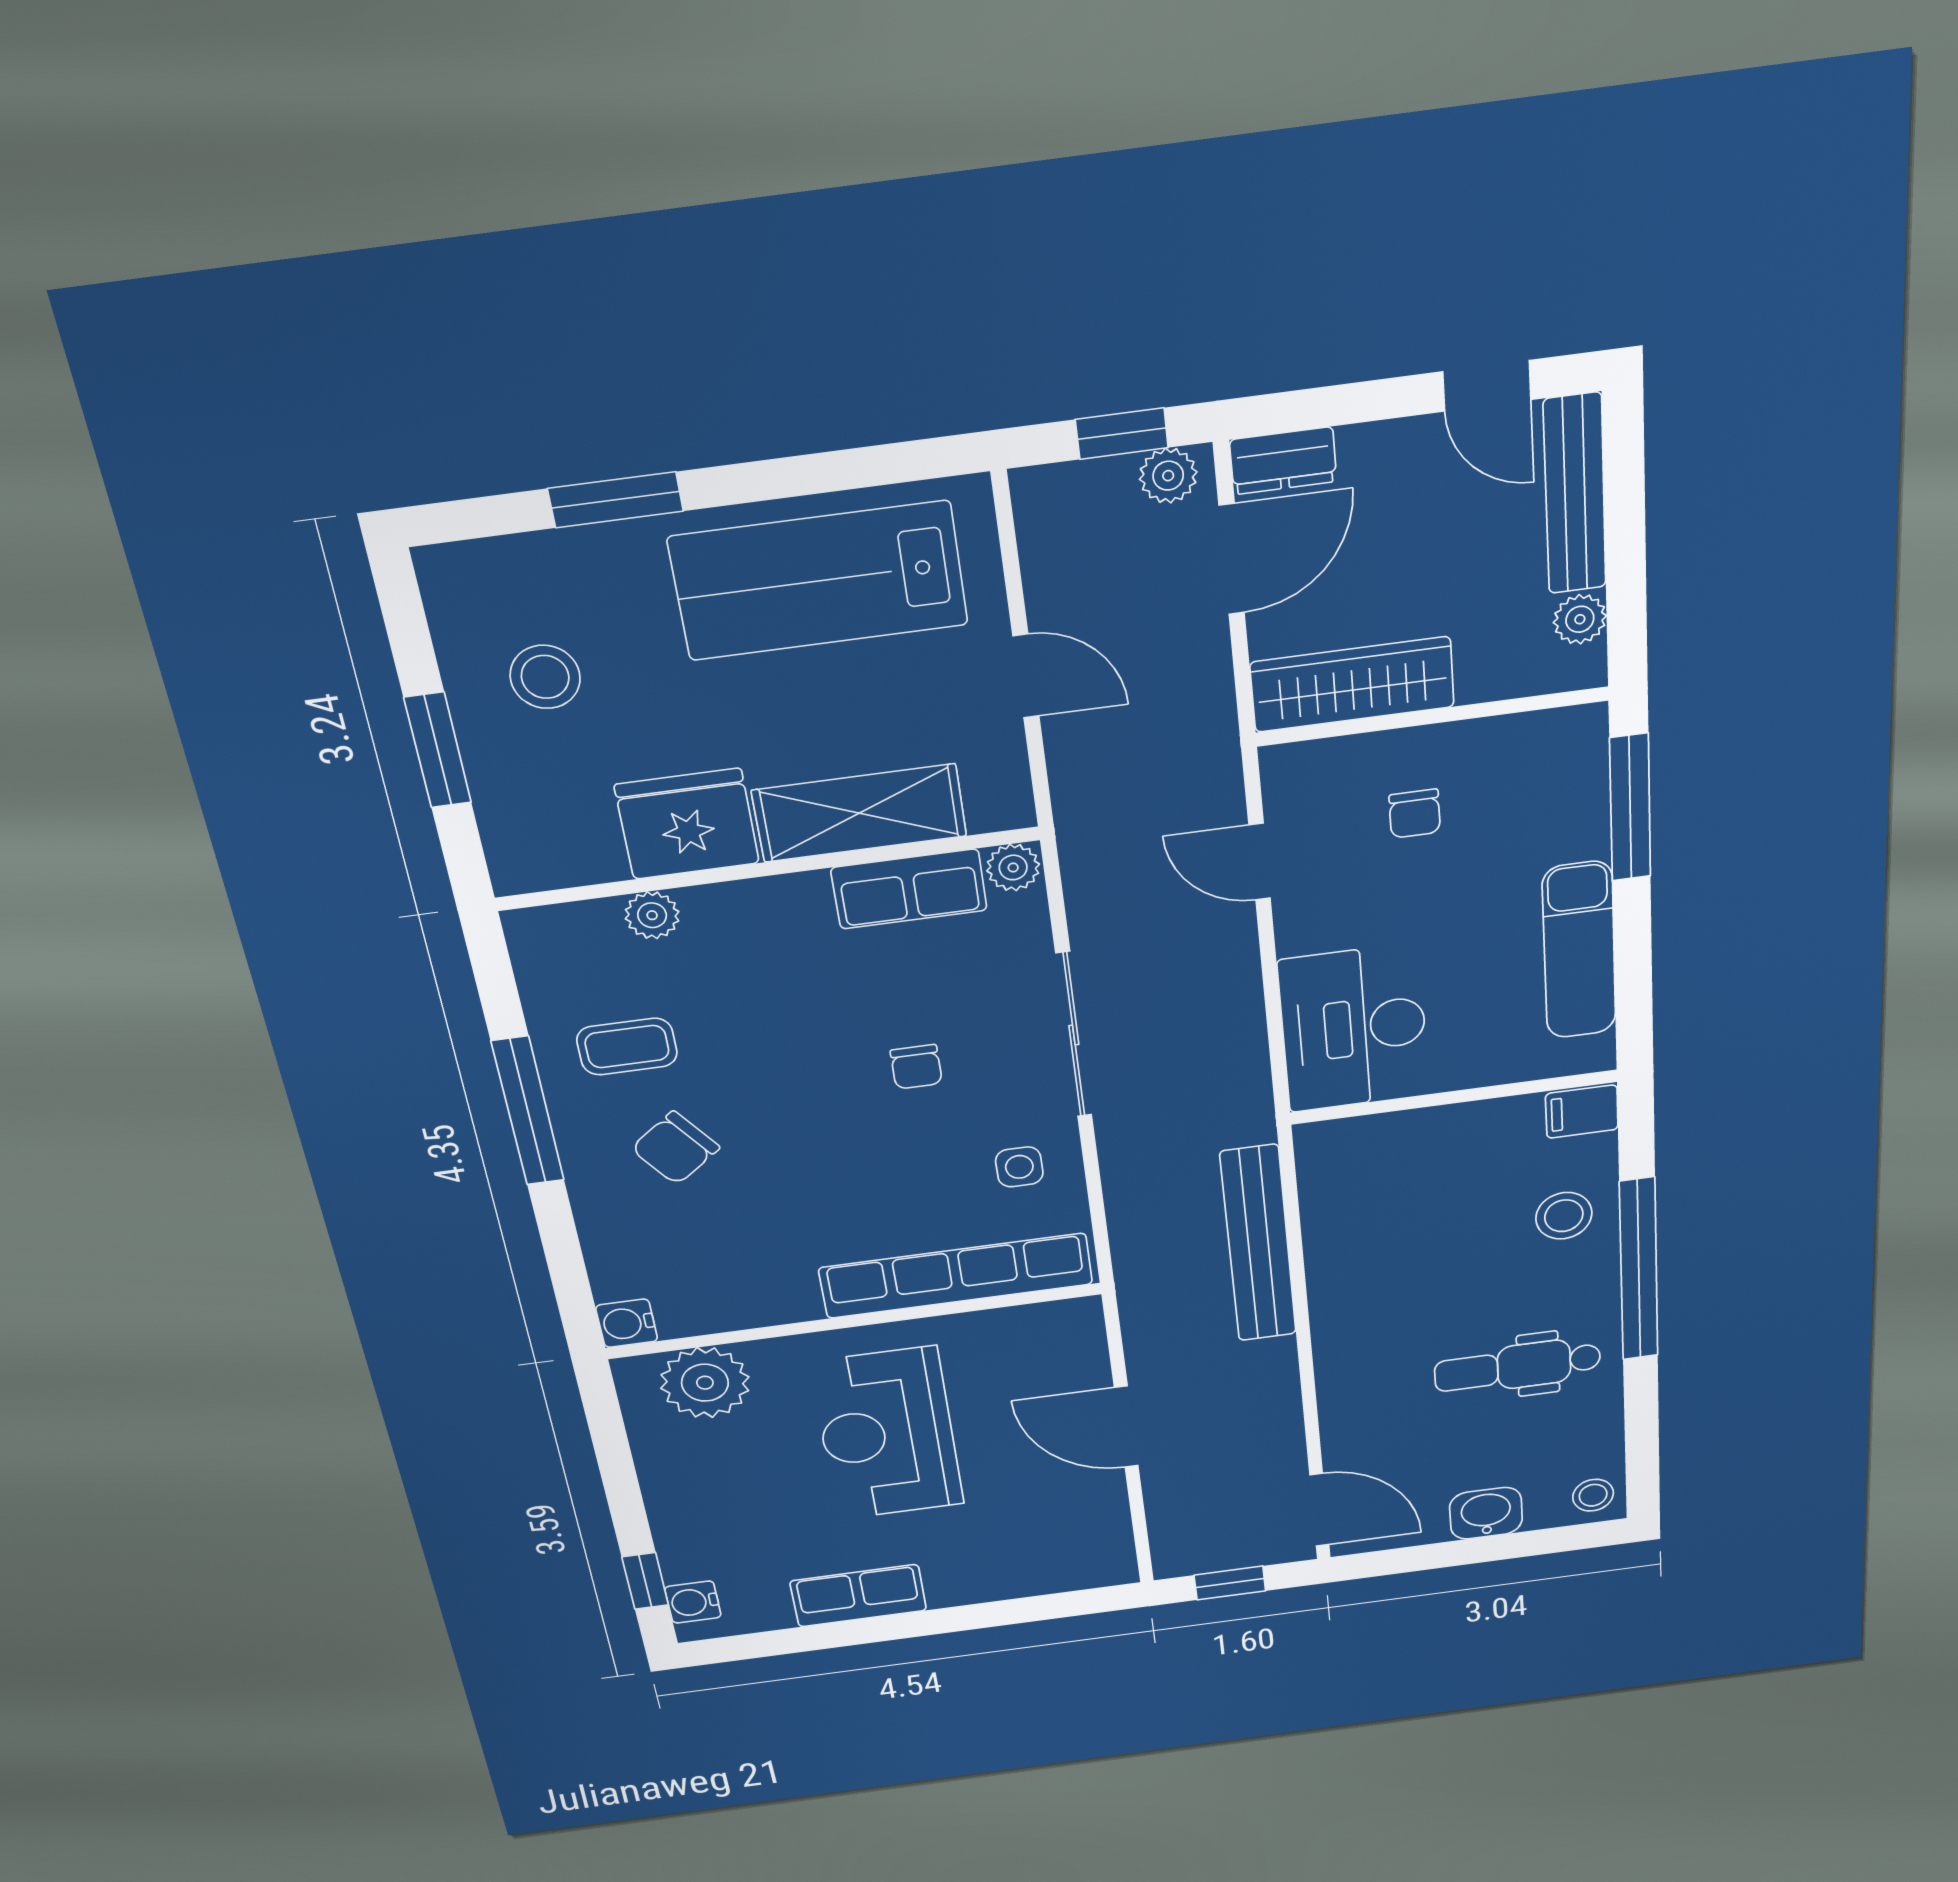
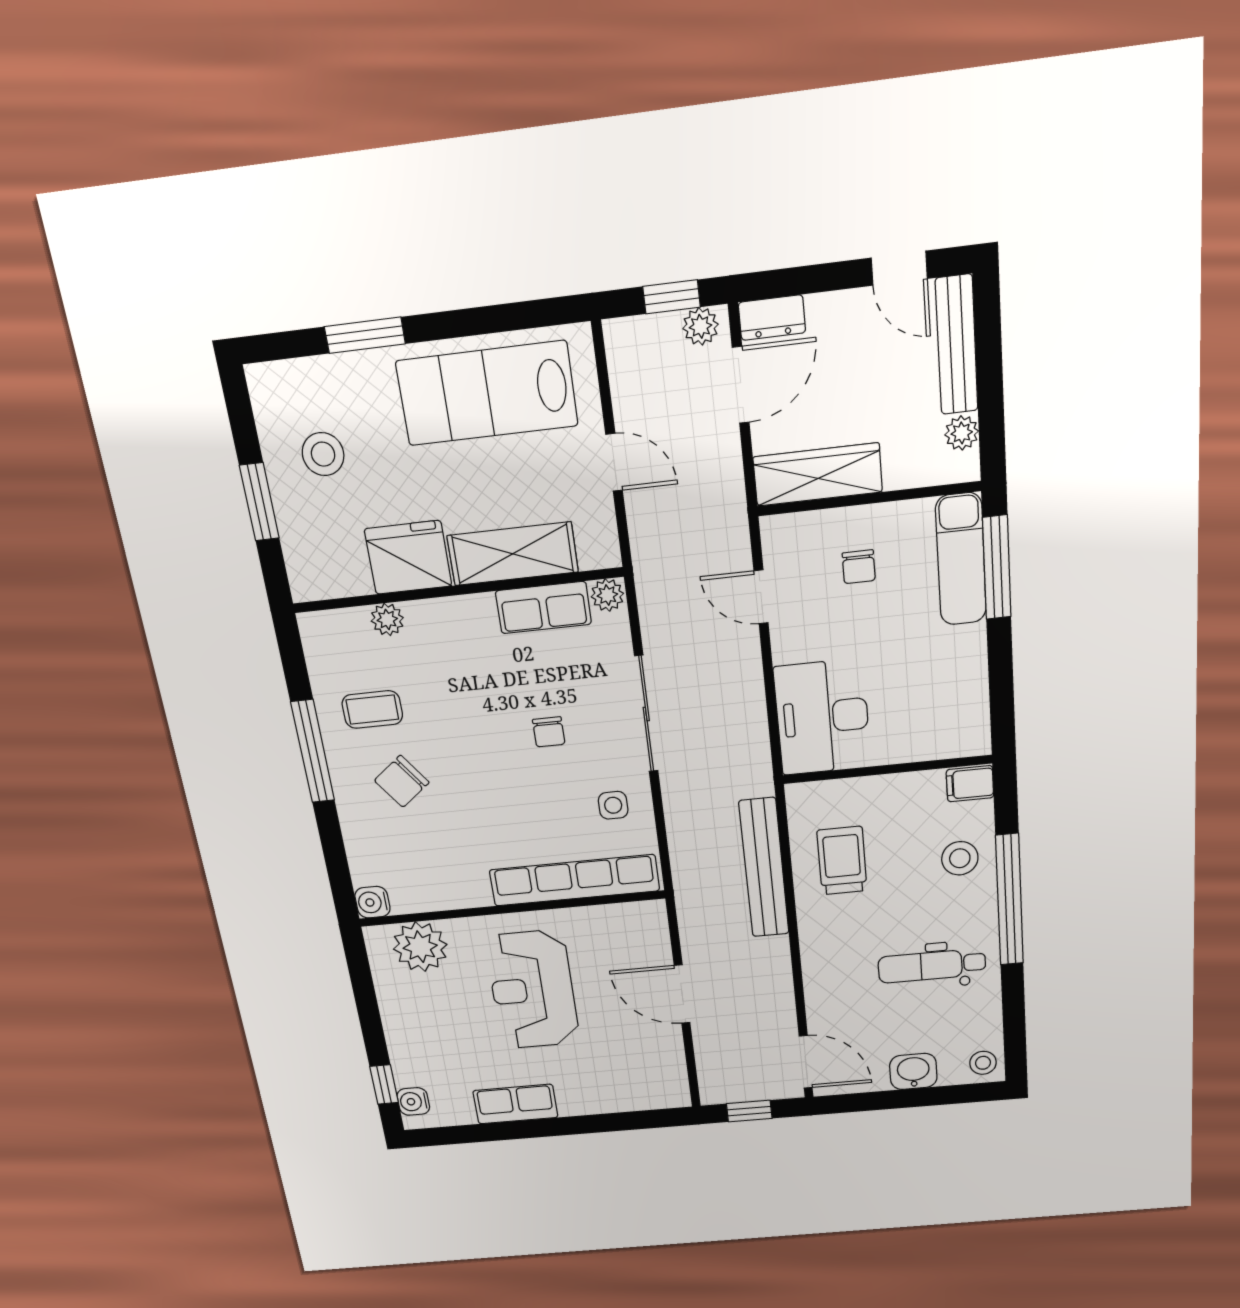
exam couch: (1579, 950) -> (961, 559), moved
trolley: (1381, 1228) -> (842, 861), added

